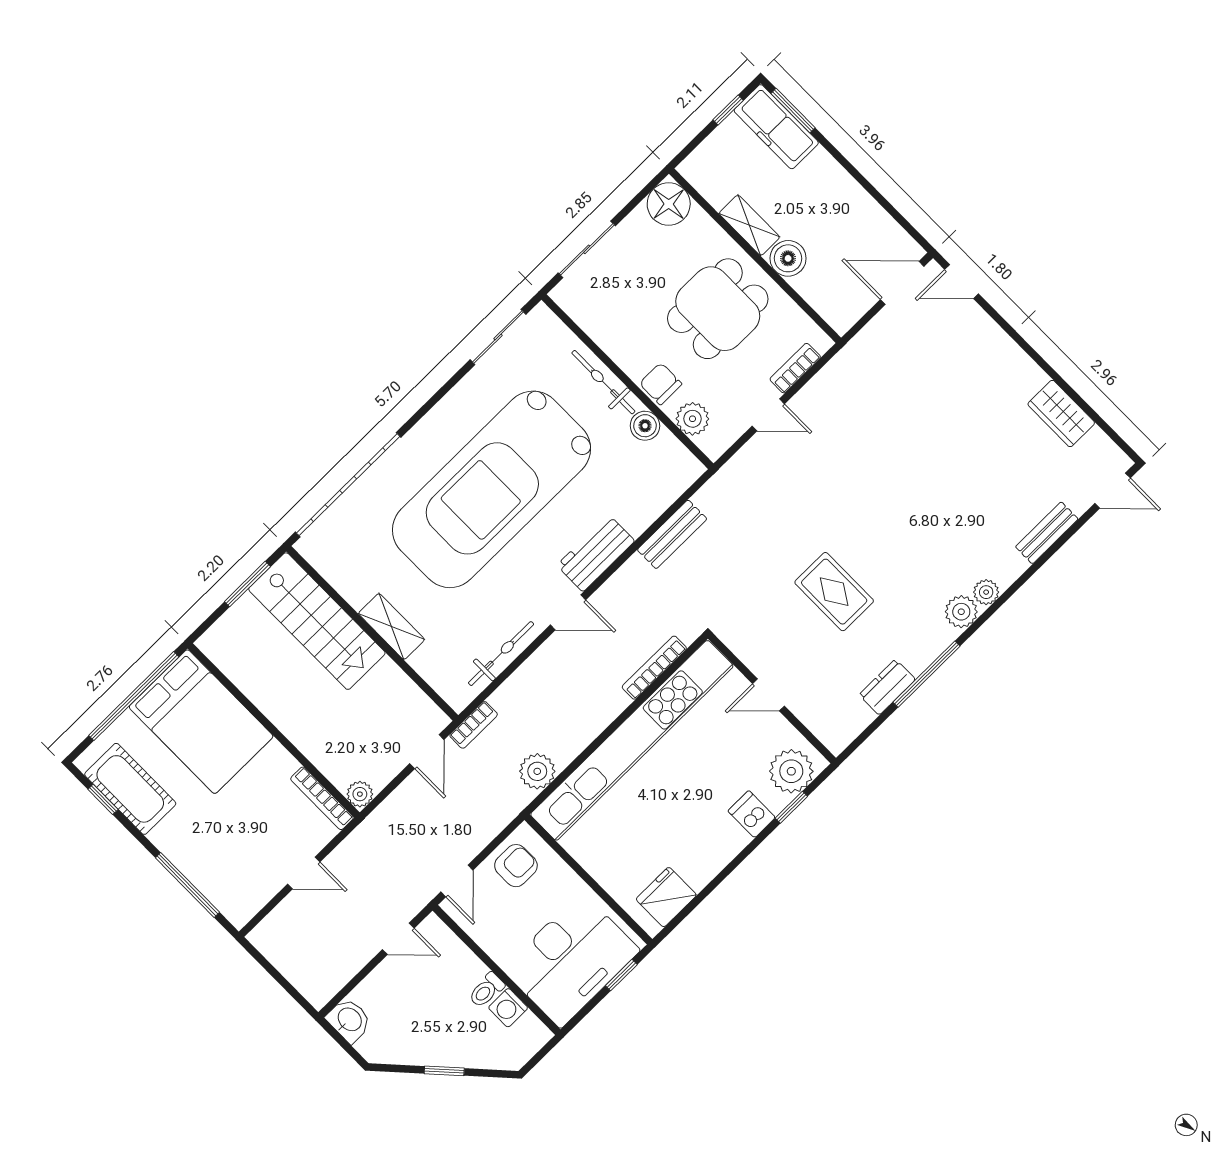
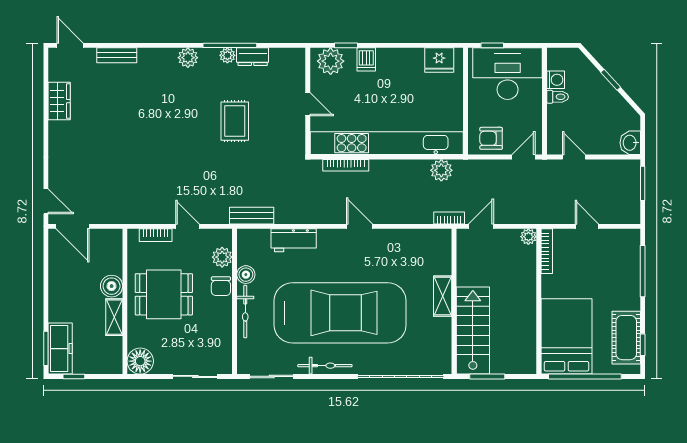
bench: (672, 534) -> (252, 216), moved
workbench: (596, 553) -> (294, 240), moved
plant: (986, 592) -> (227, 55), moved
bicycle: (501, 654) -> (325, 366), moved, turned 180
window: (288, 987) -> (643, 183), added

